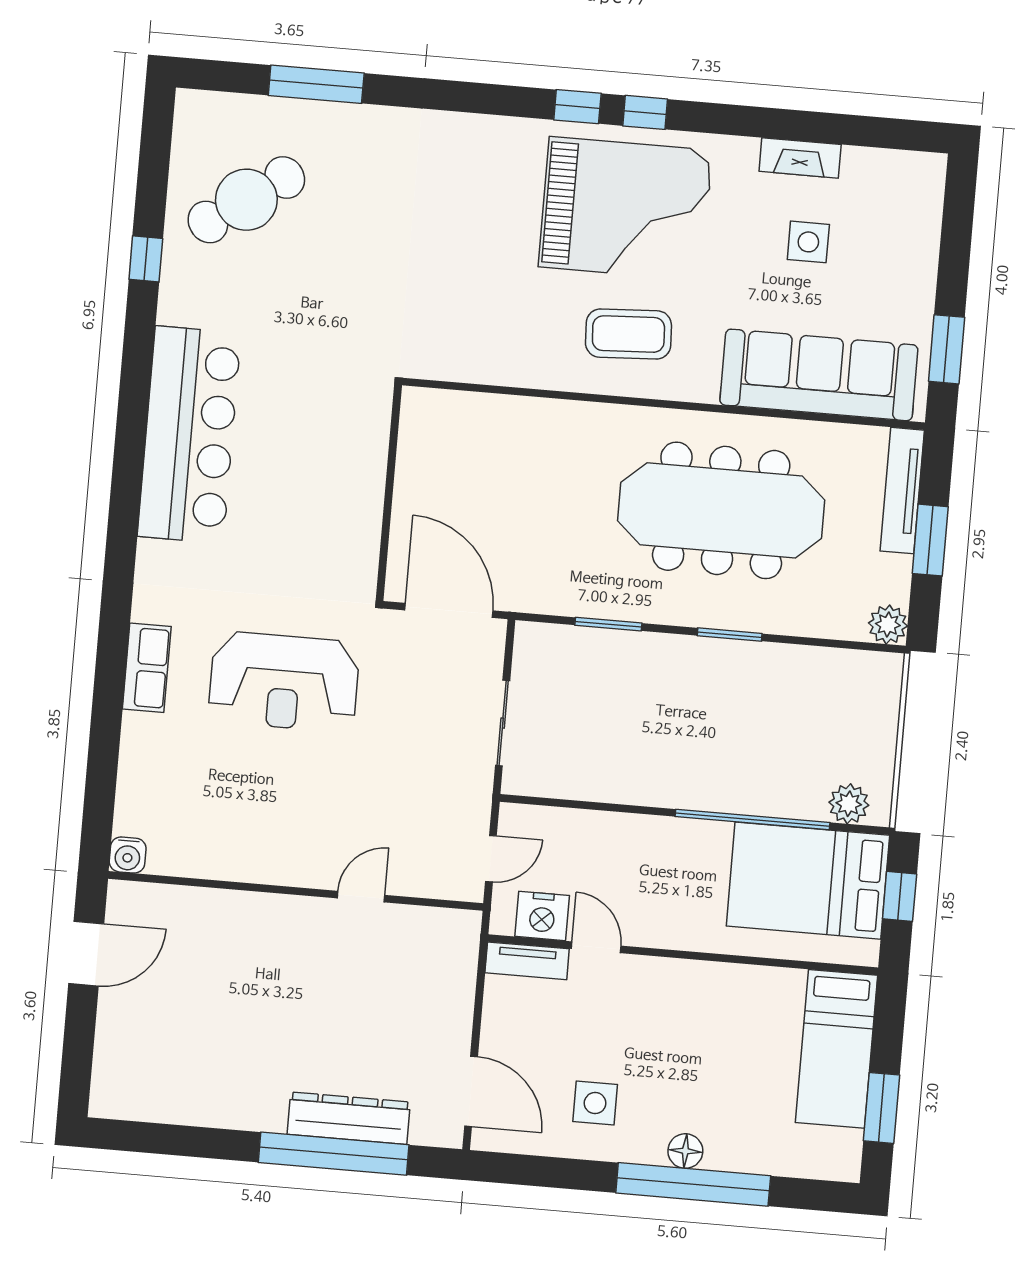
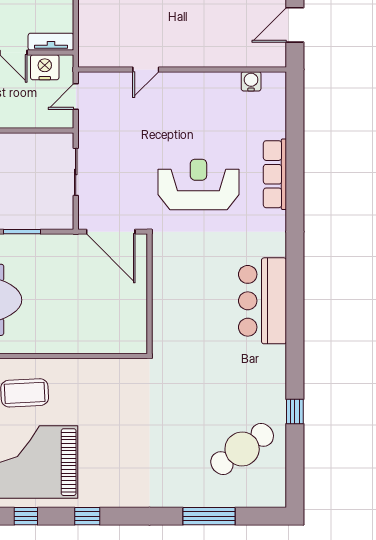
window: (577, 107) -> (87, 516), moved
bar counter: (189, 435) -> (263, 301), width x0.73
row of seats: (147, 668) -> (275, 174), width x1.48
water cooler: (128, 855) -> (251, 81), moved

